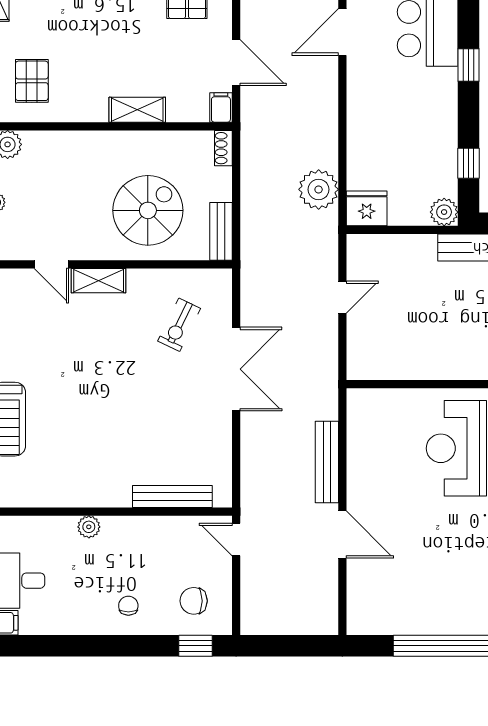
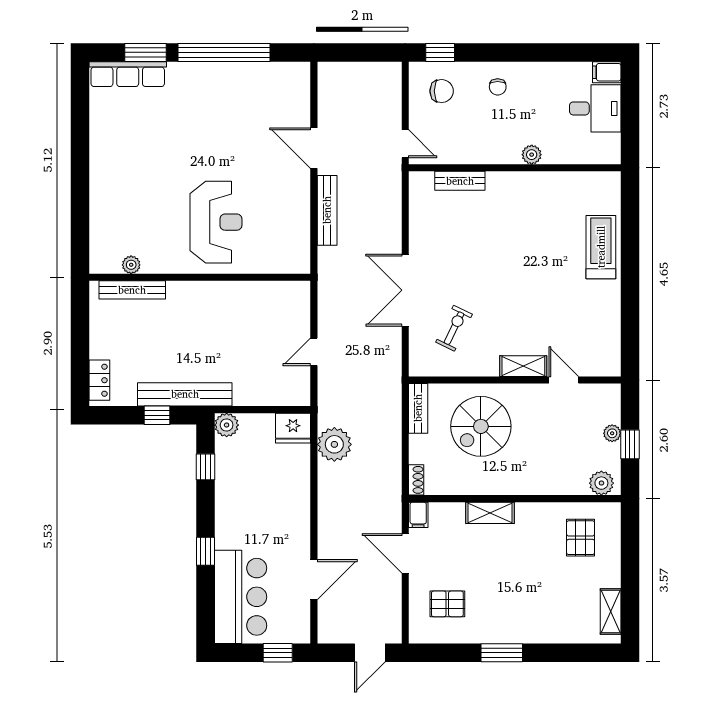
bench: (172, 496) -> (460, 181), width x0.73

